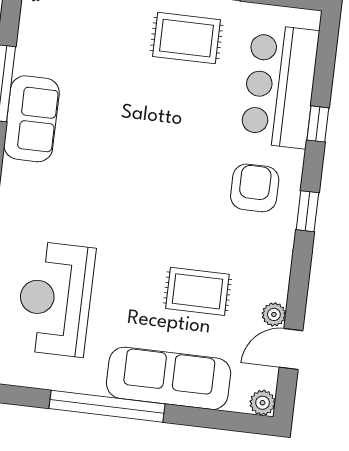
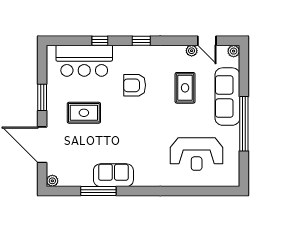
rug: (186, 38) -> (84, 113), moved, turned 90
armchair: (255, 188) -> (135, 85), moved

